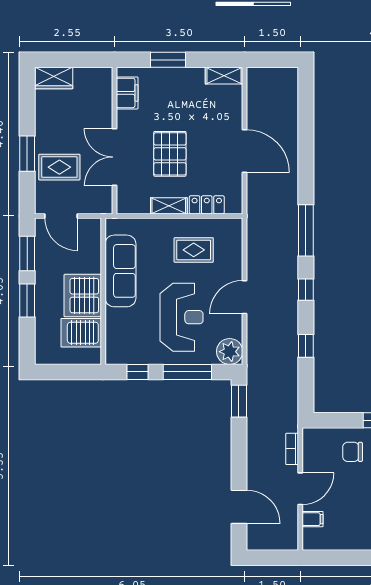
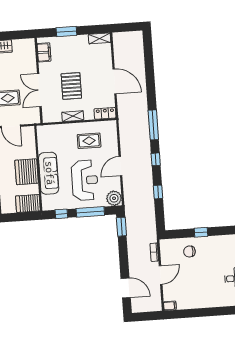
locker: (207, 205) -> (105, 113), moved
sofa: (120, 271) -> (49, 173), moved
server rack: (81, 333) -> (28, 203), moved
filing cabinet: (313, 519) -> (170, 306), moved

